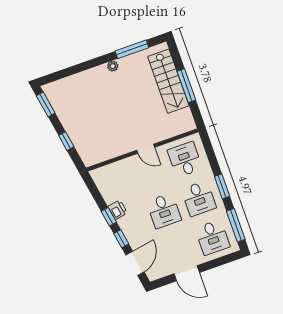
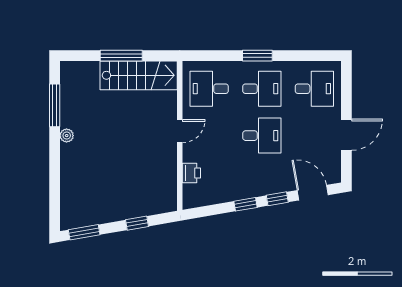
stairs: (168, 81) -> (139, 75), moved
printer: (118, 210) -> (191, 173), moved, turned 100
window: (236, 225) -> (310, 56), removed

